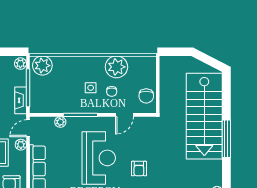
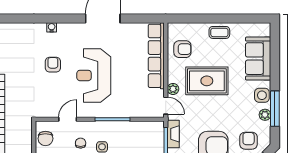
chair: (146, 96) -> (45, 139), turned 180
plant: (60, 122) -> (133, 112), removed
door: (28, 128) -> (166, 106), hinge flipped

